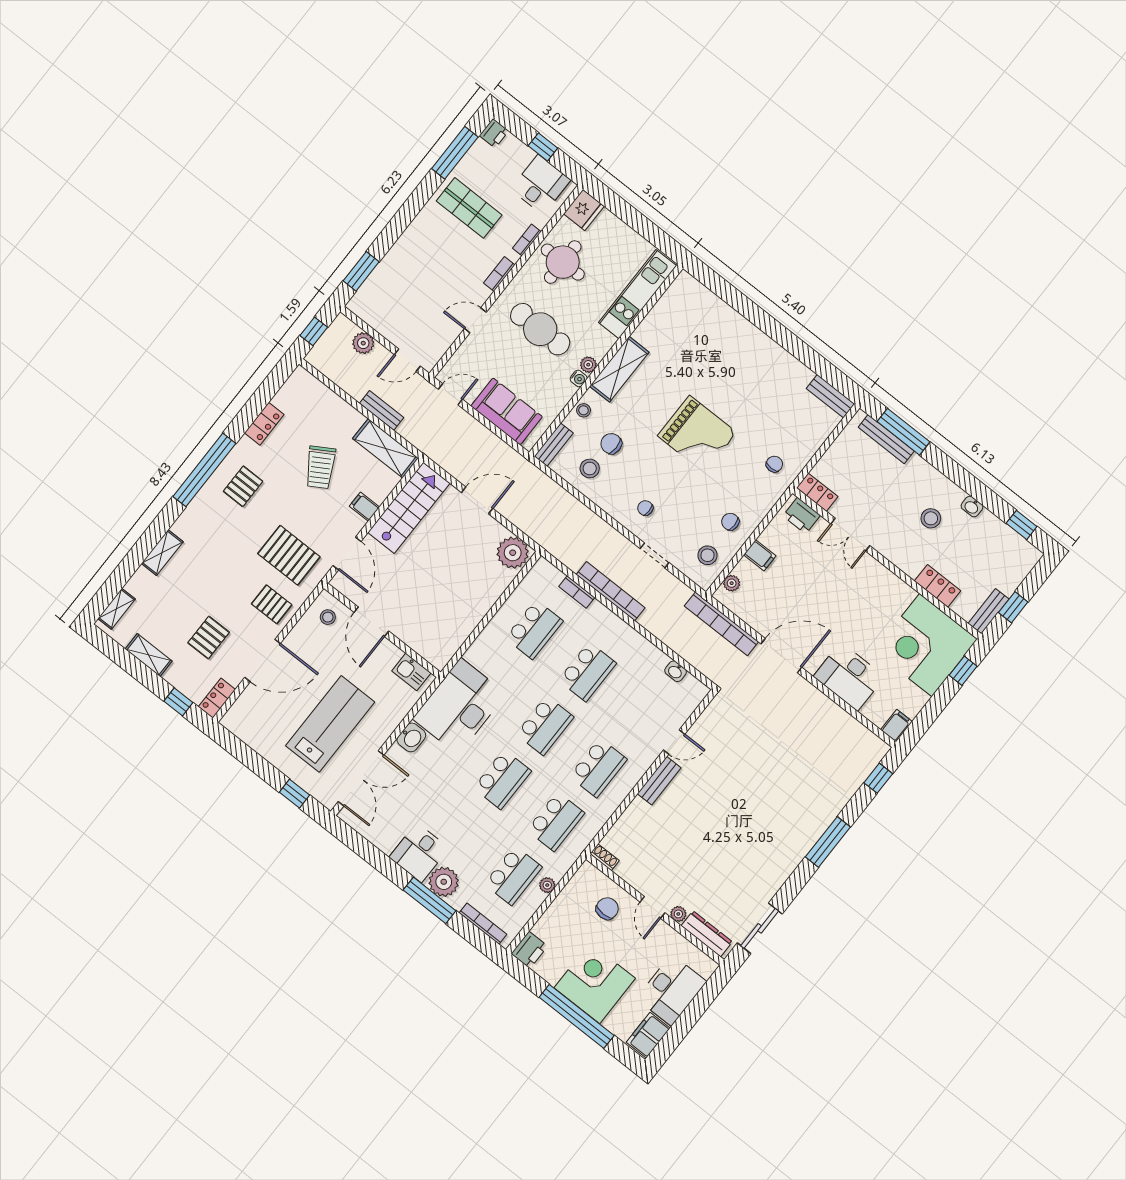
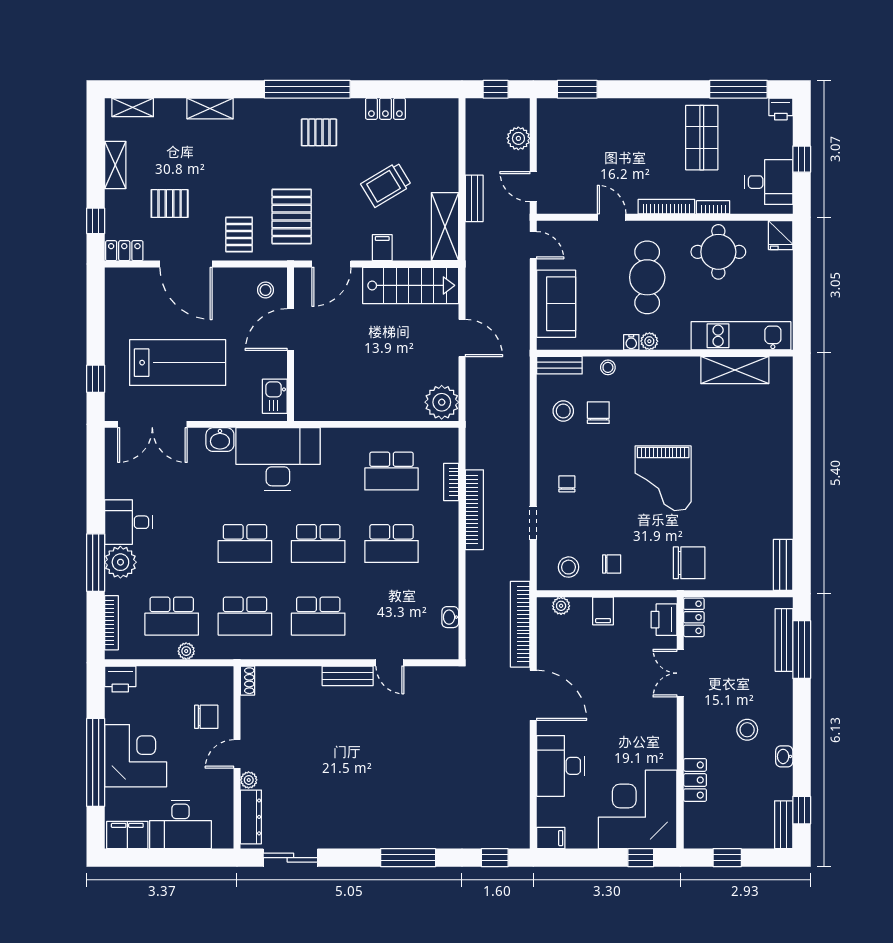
fridge: (584, 210) -> (781, 235), width x0.72
bookcase: (499, 274) -> (666, 207), width x1.56
shelving: (619, 369) -> (735, 370), moved
chair: (774, 464) -> (689, 563), width x1.87, depth x1.87
chair: (730, 522) -> (612, 564), turned 90
bench: (989, 611) -> (784, 825), moved, turned 90

